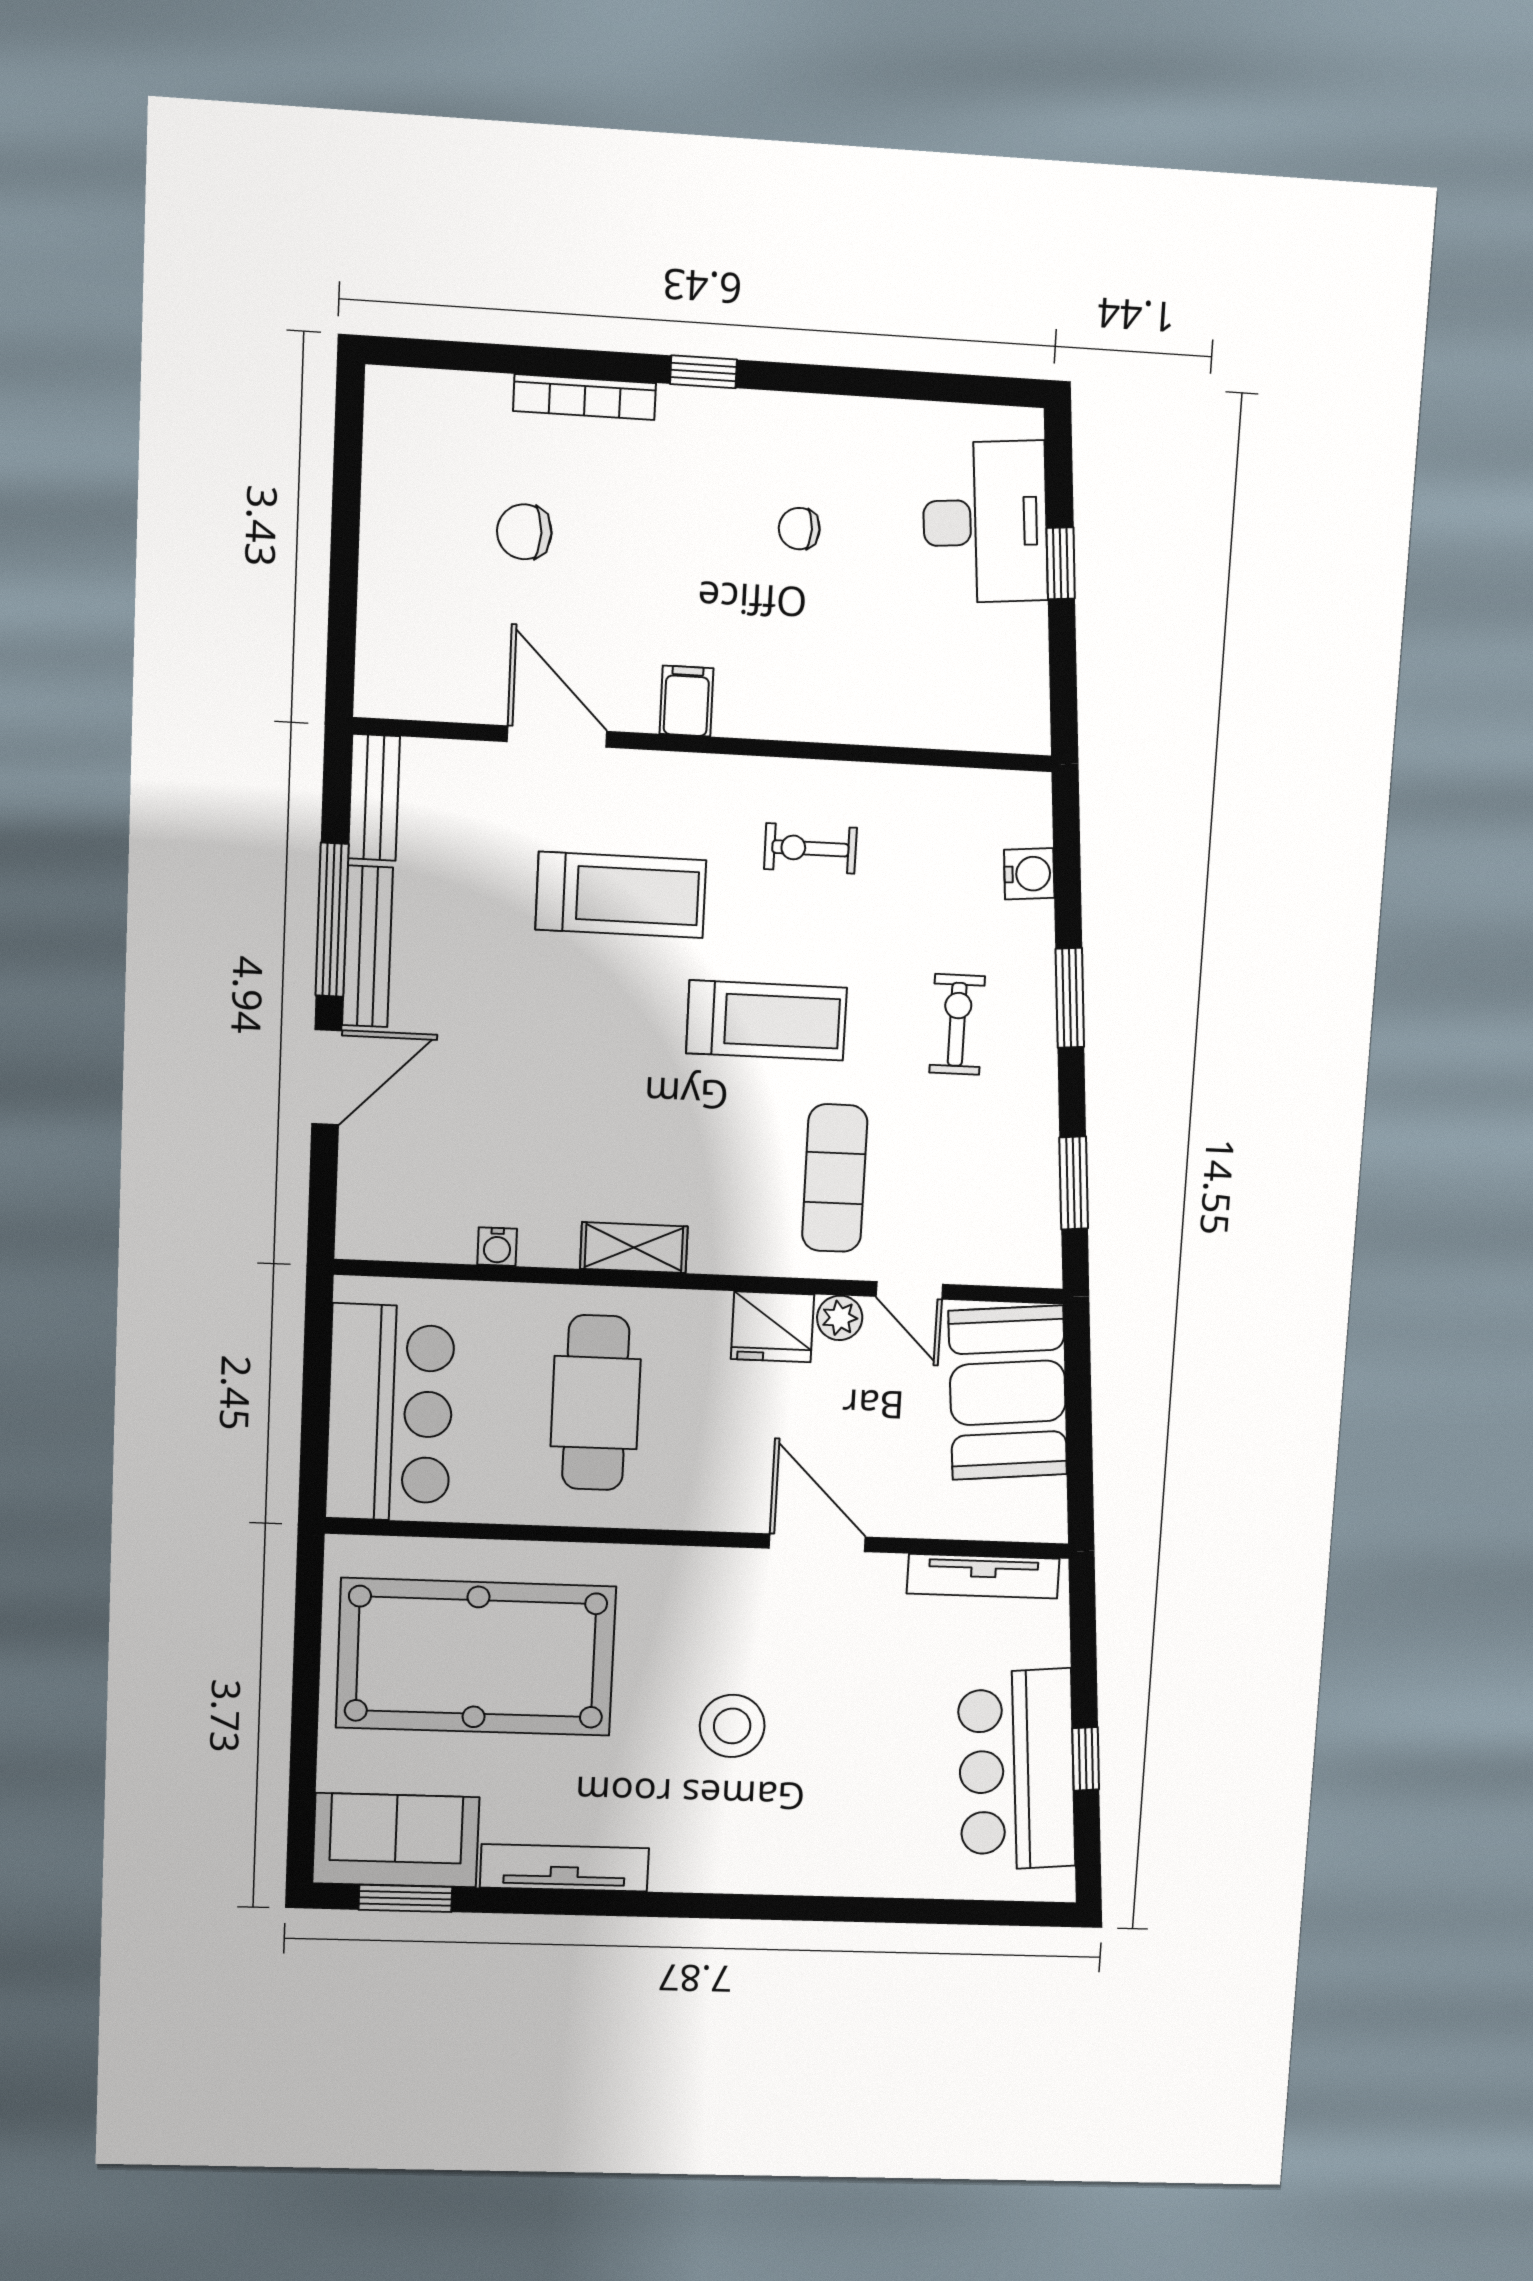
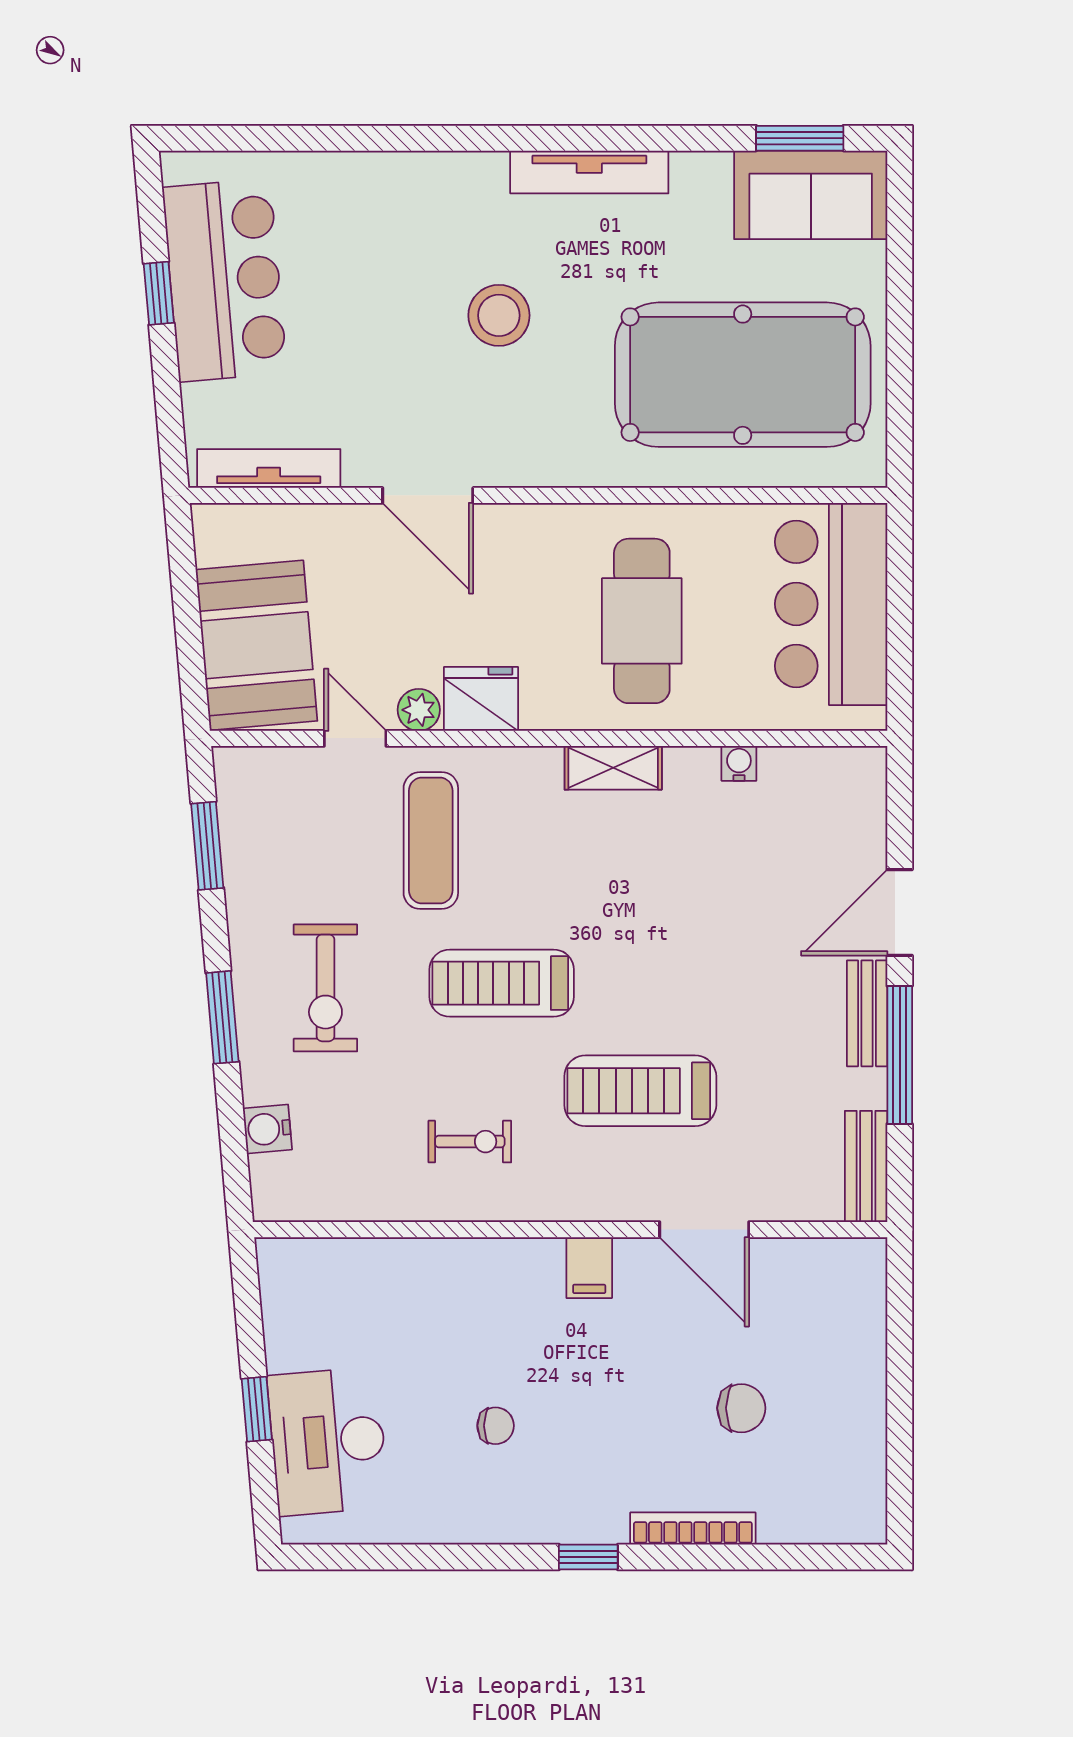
bench: (368, 946) -> (867, 1013), width x0.73
exercise bike: (957, 1024) -> (325, 988), width x1.38, depth x1.39
tv unit: (564, 1868) -> (589, 172), moved

